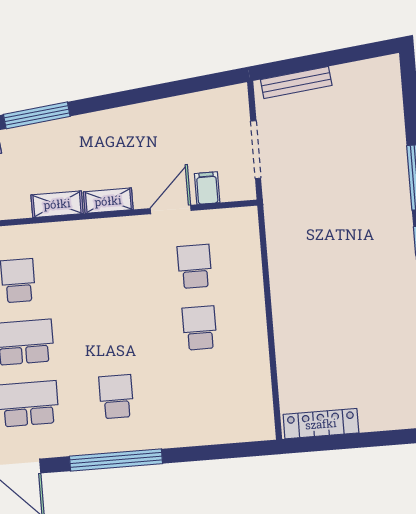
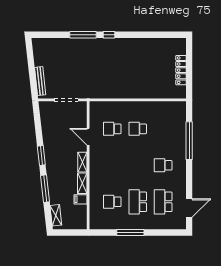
window: (116, 100) -> (41, 156), added
filing cabinet: (207, 188) -> (81, 199), moved
locker: (321, 424) -> (181, 70), moved
window: (116, 460) -> (189, 141), moved

